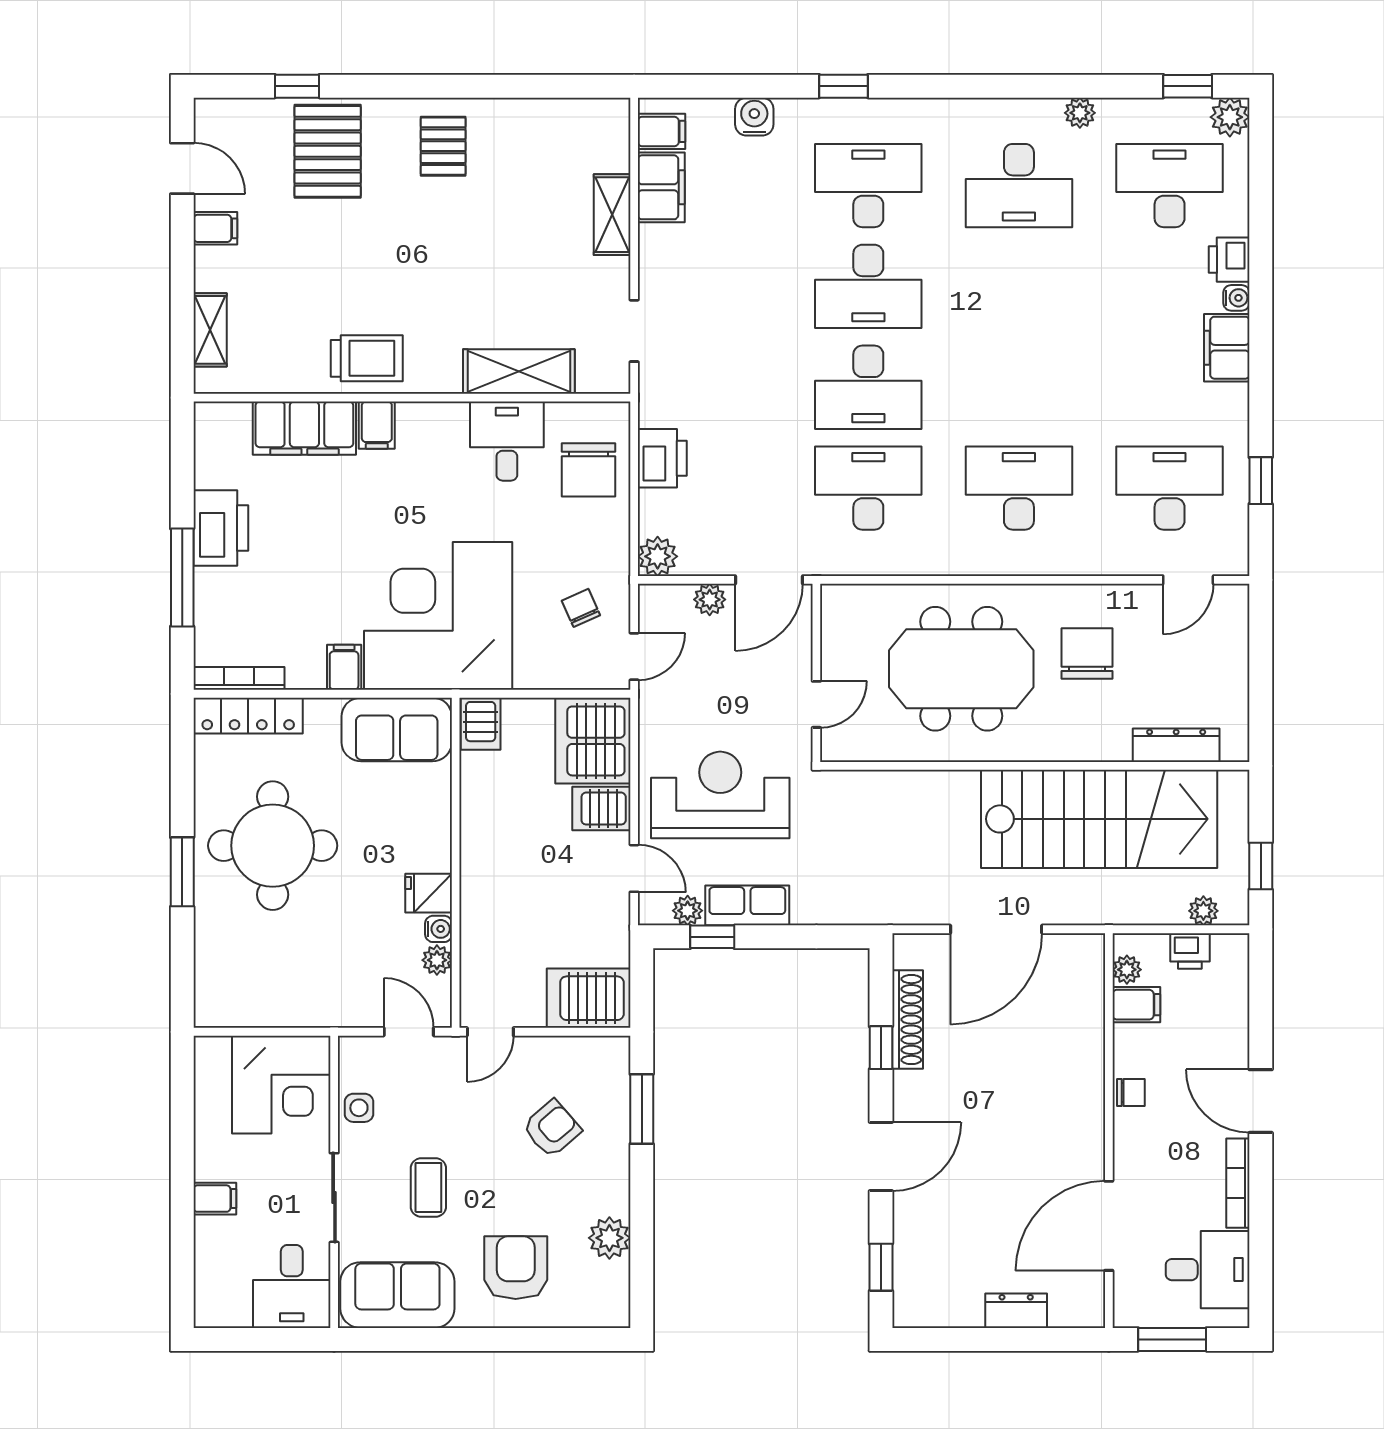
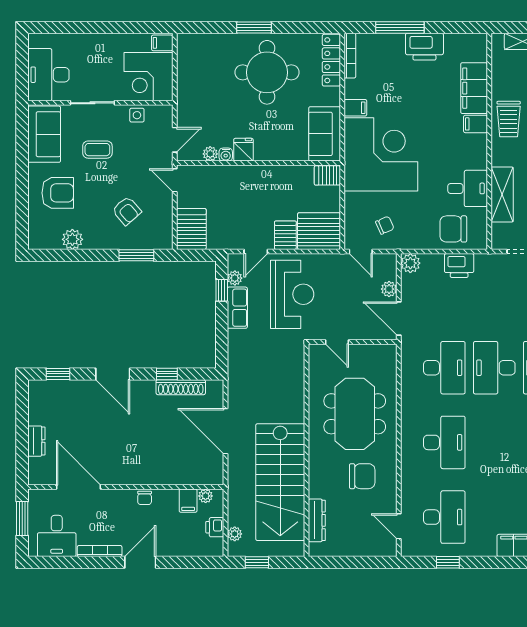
filing cabinet: (215, 1199) -> (162, 43), moved, turned 90
desk: (292, 1286) -> (48, 75), width x1.37

